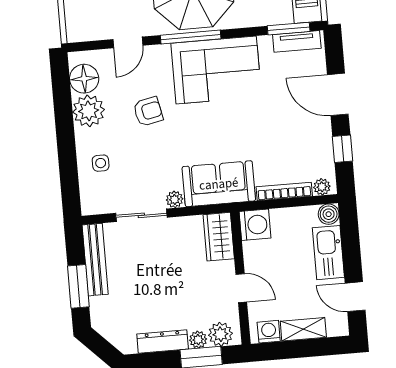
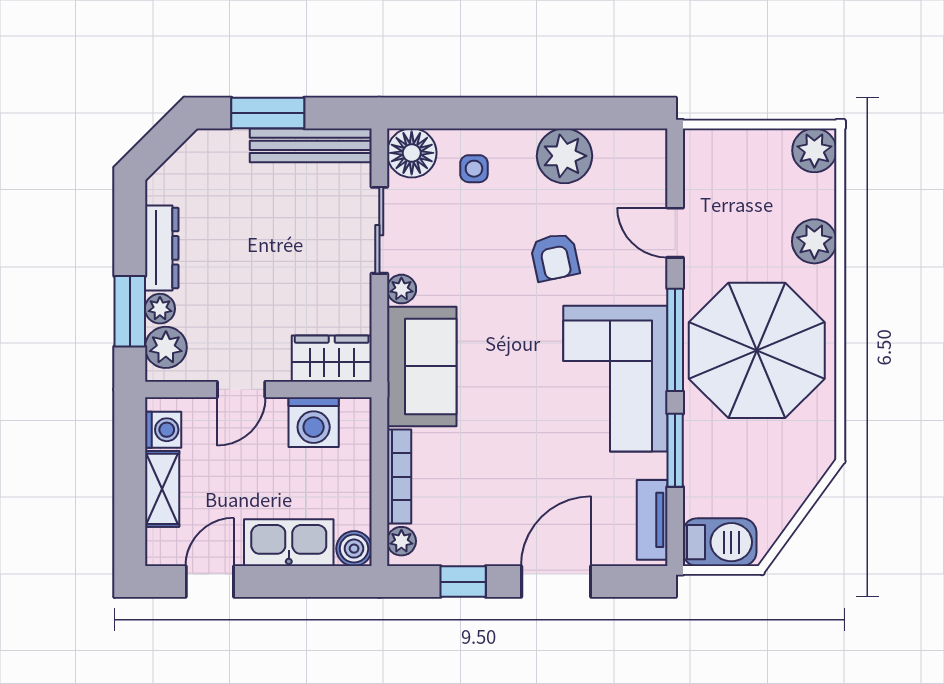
window: (289, 29) -> (675, 450), moved
floor lamp: (84, 79) -> (412, 153), moved
washing machine: (255, 225) -> (314, 422), moved

